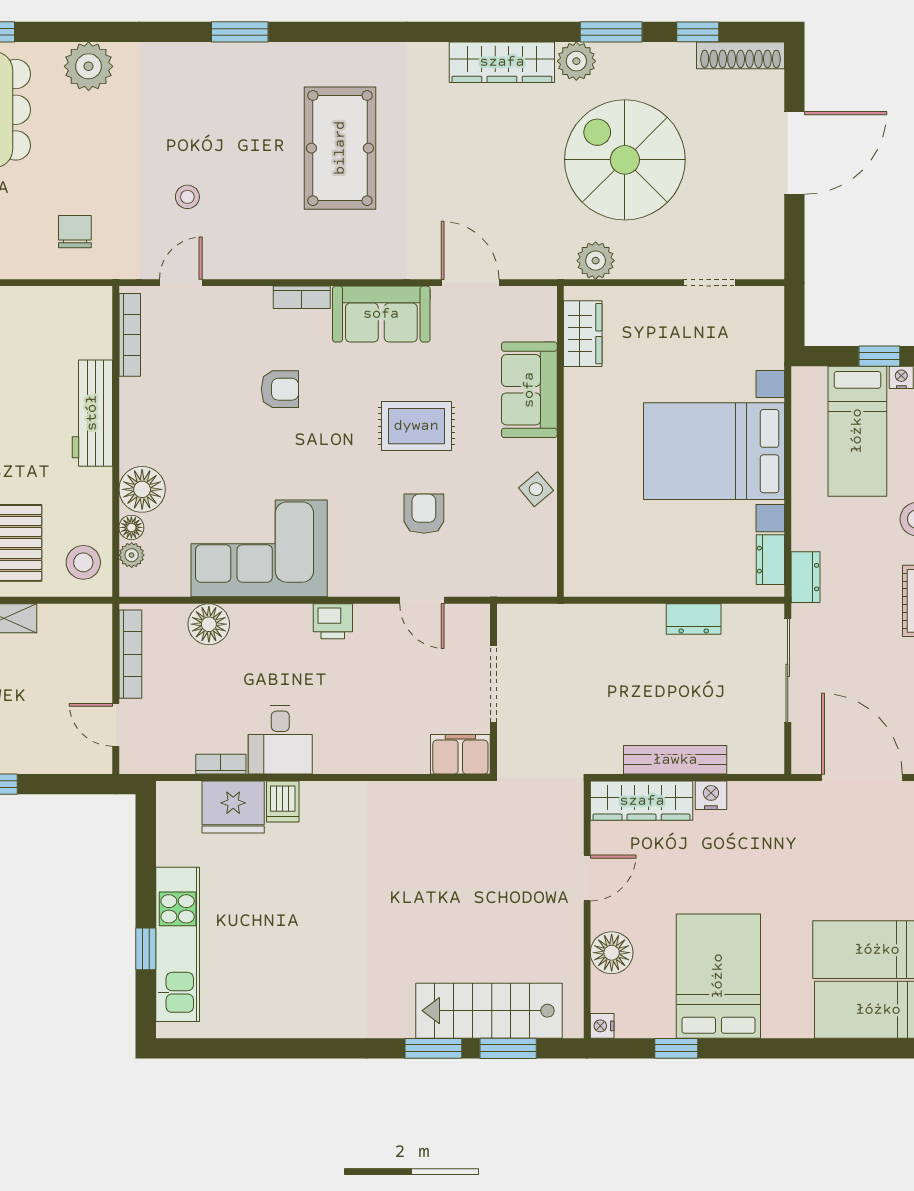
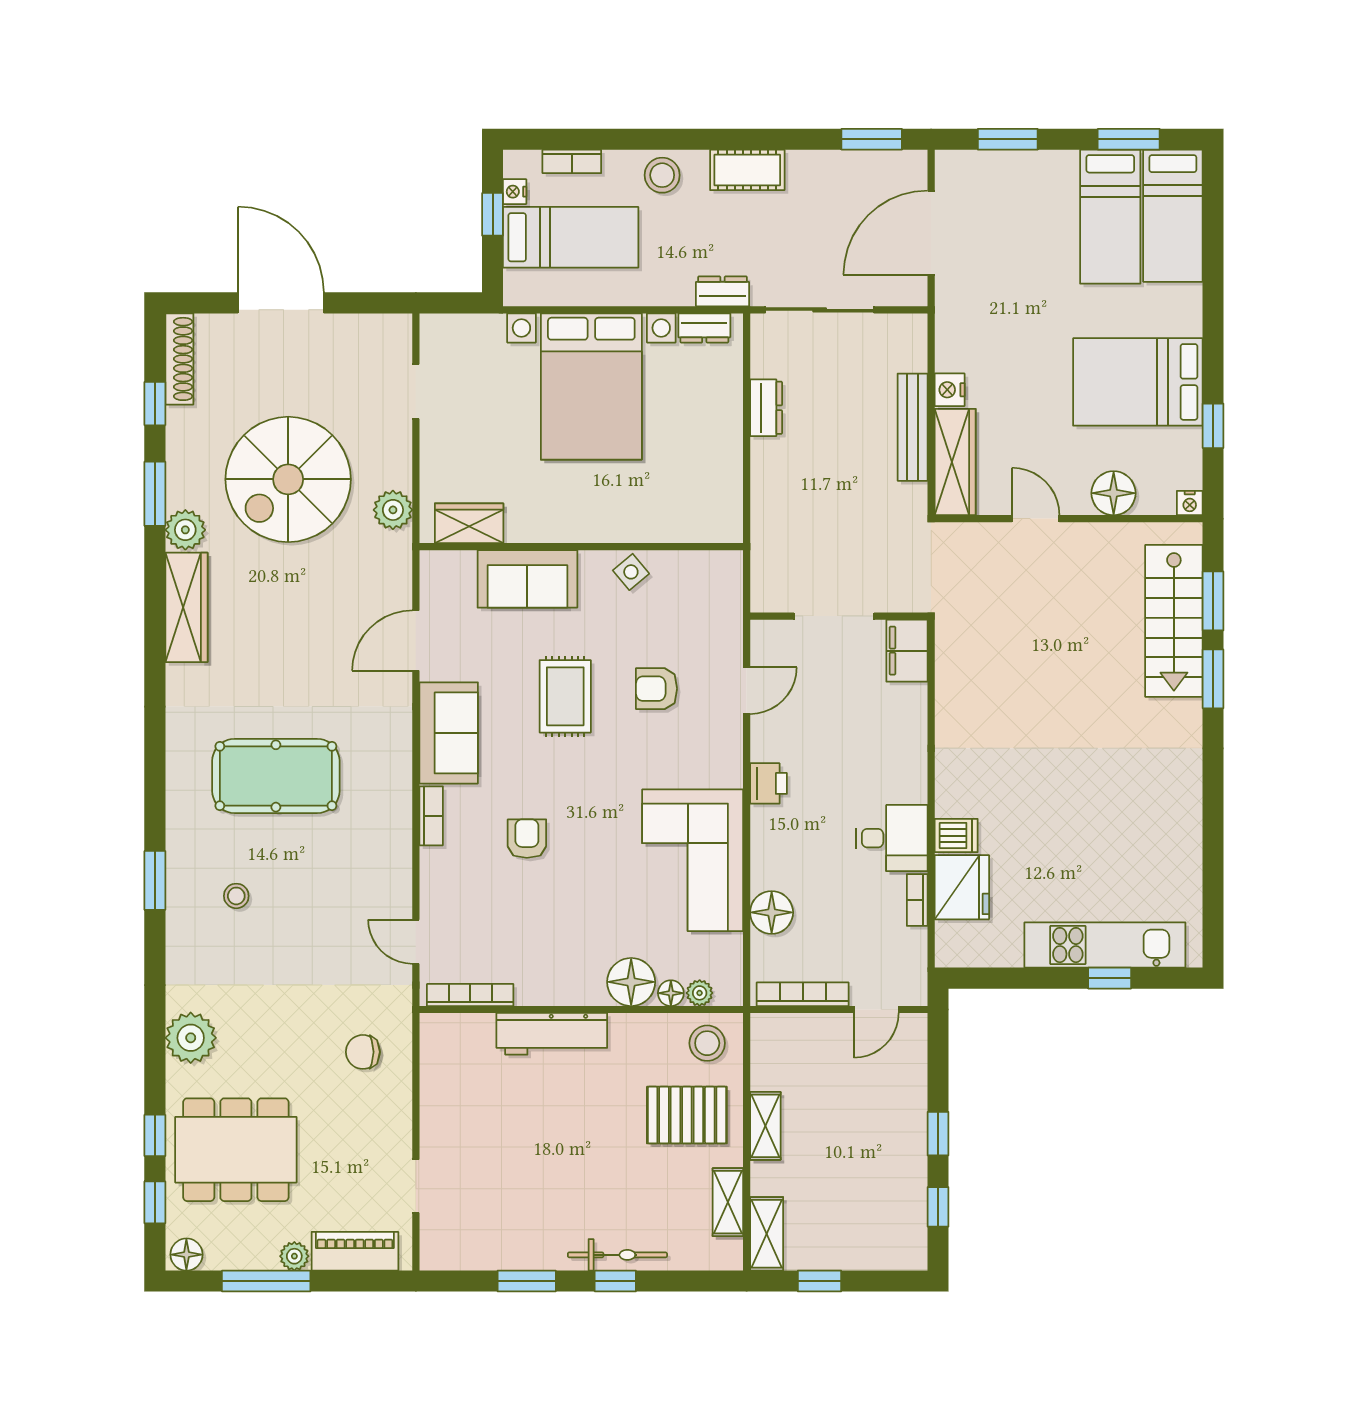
stool: (187, 197) -> (236, 896), moved

